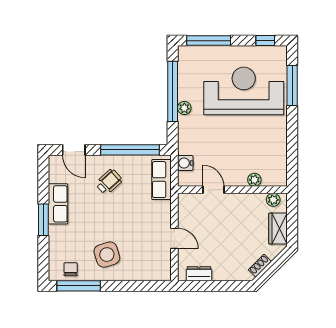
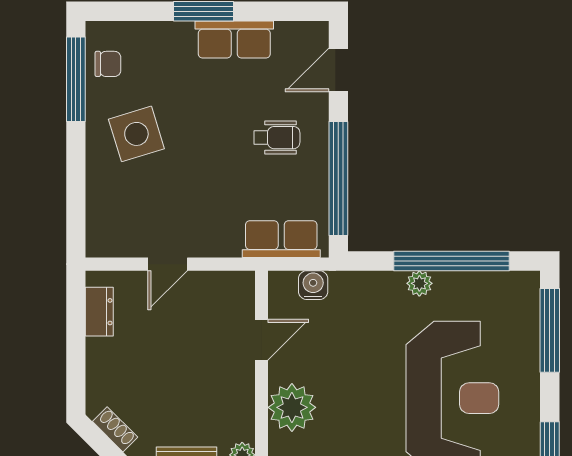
plant: (254, 180) -> (292, 407), width x1.87, depth x1.87
wheelchair: (109, 182) -> (277, 138), turned -48

